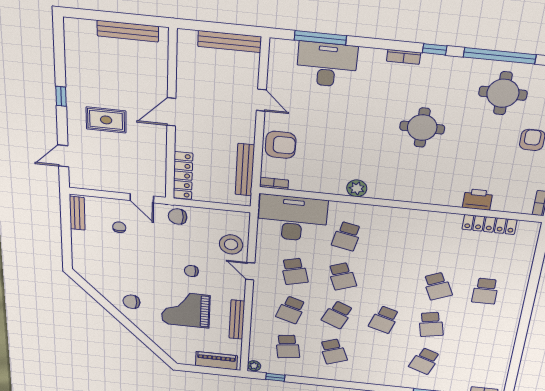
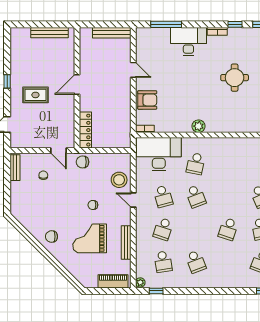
desk: (327, 65) -> (188, 41), moved
bench: (245, 170) -> (125, 121), removed
school desk: (338, 315) -> (196, 229), removed

